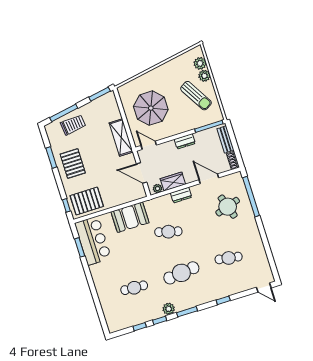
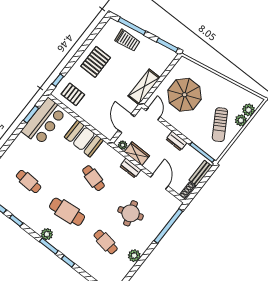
window: (51, 158) -> (89, 41), removed
pallet: (87, 201) -> (73, 94), width x0.67, depth x0.71
round table: (228, 207) -> (131, 213), moved
plant: (256, 242) -> (134, 256), added
plant: (169, 309) -> (47, 234), moved
window: (187, 312) -> (49, 246), moved

